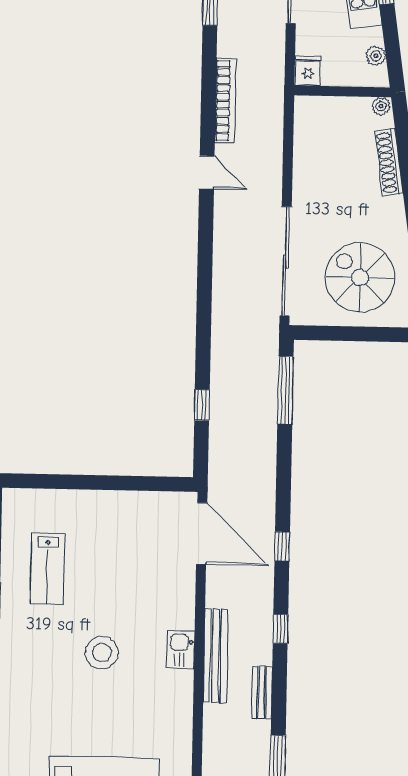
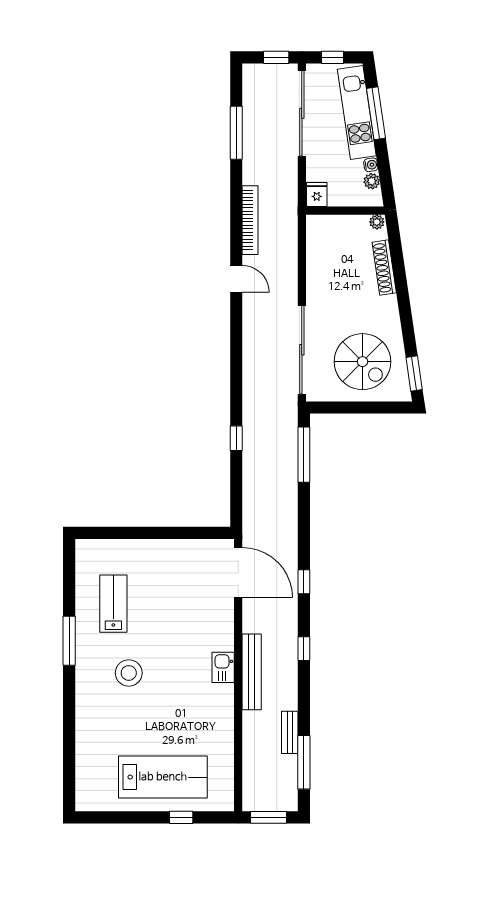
water cooler: (375, 36) -> (371, 165), added
spiral stairs: (360, 277) -> (362, 362), turned 180
window: (202, 405) -> (236, 438), moved
lab bench: (47, 569) -> (113, 604), turned 180
stool: (102, 653) -> (129, 673), moved
bench: (262, 693) -> (290, 732), moved

